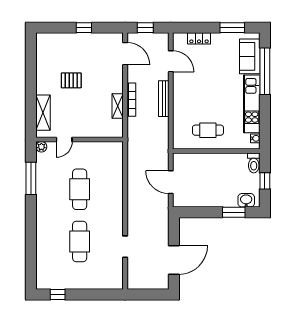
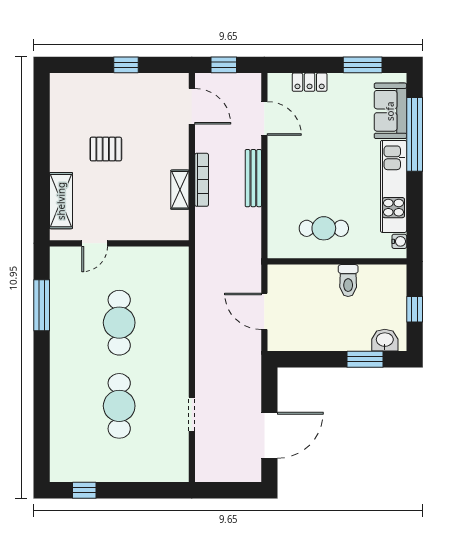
plant: (41, 147) -> (58, 255), removed
toilet: (254, 163) -> (348, 281), moved

